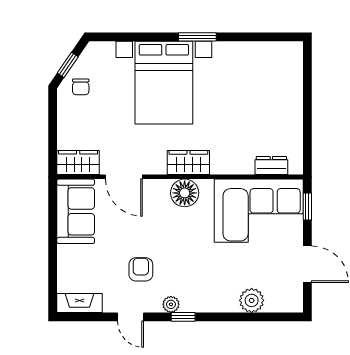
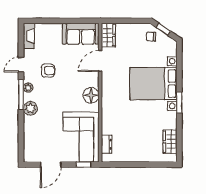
wardrobe: (188, 163) -> (170, 142), moved, turned 180
plant: (252, 300) -> (30, 108), moved
window: (183, 317) -> (21, 94), width x2.17

